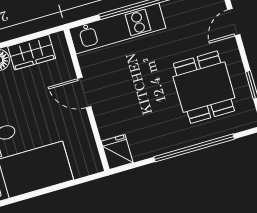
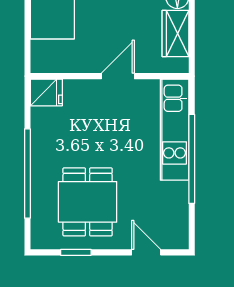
dining table: (204, 87) -> (88, 202), turned 90

